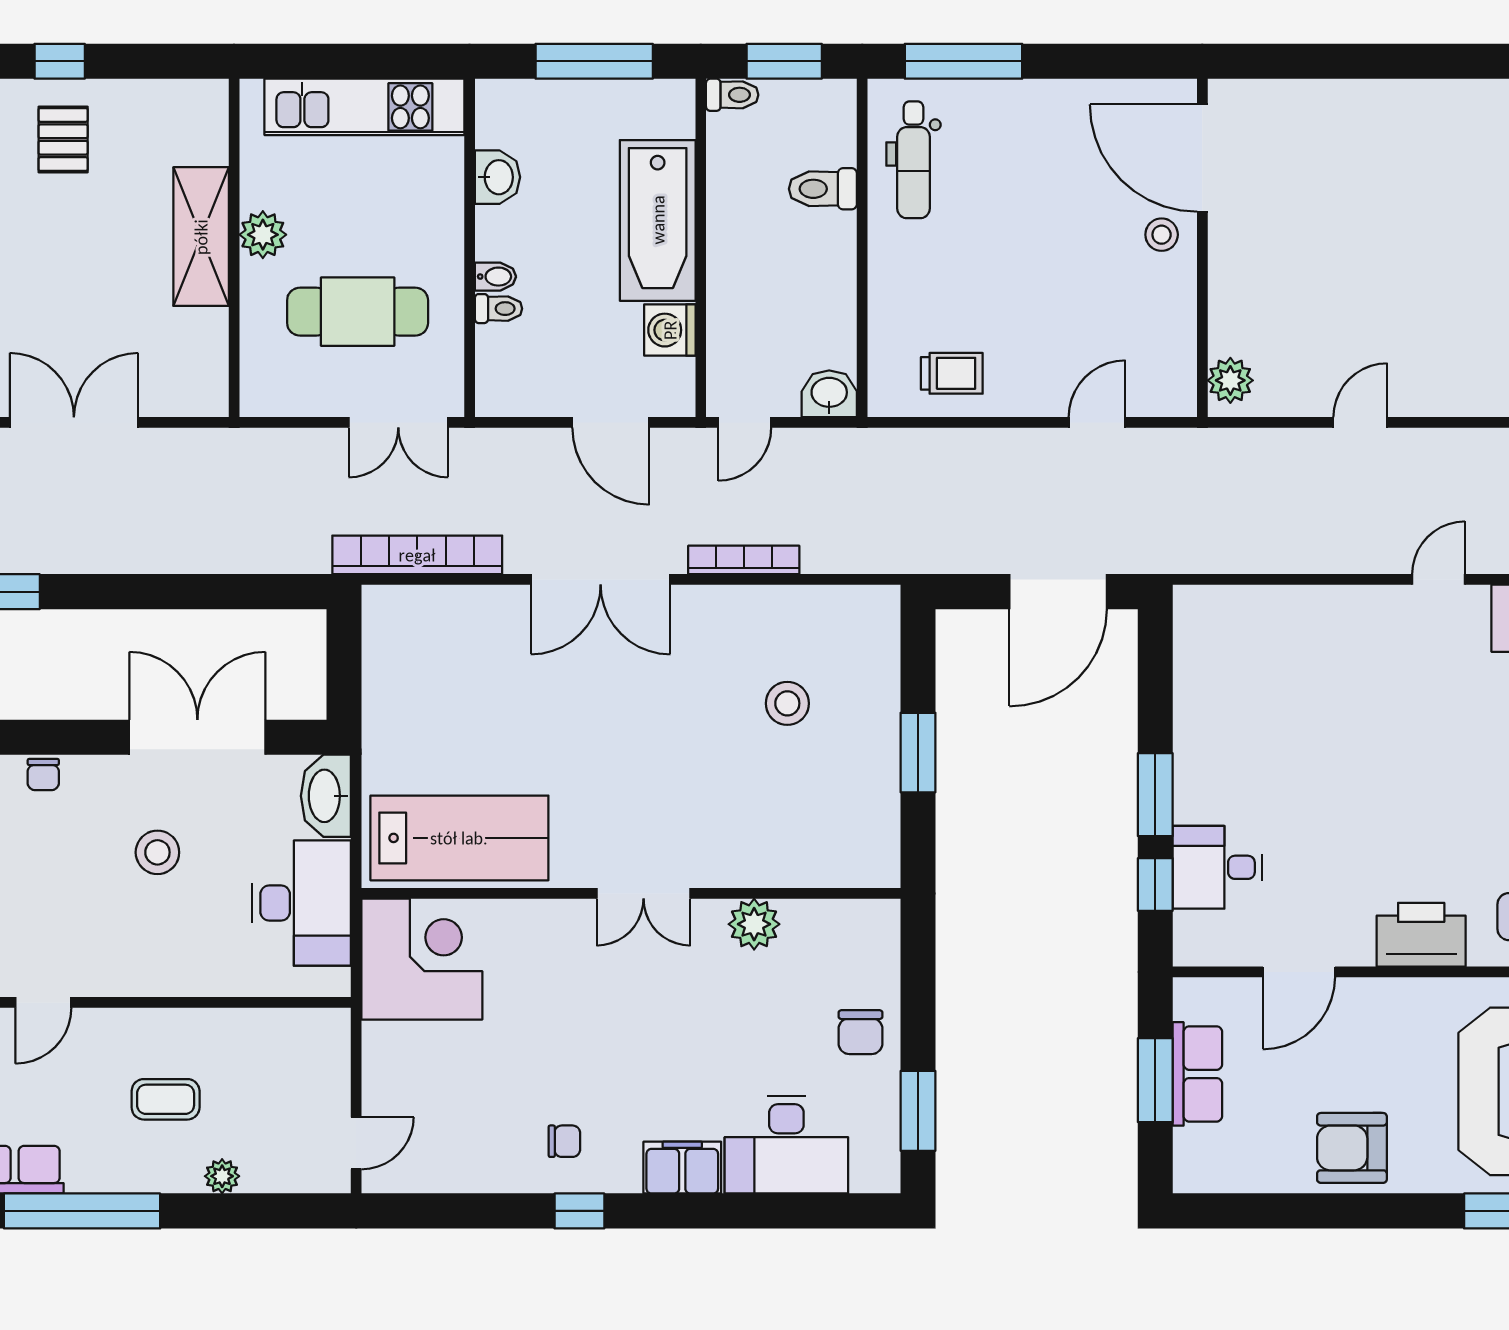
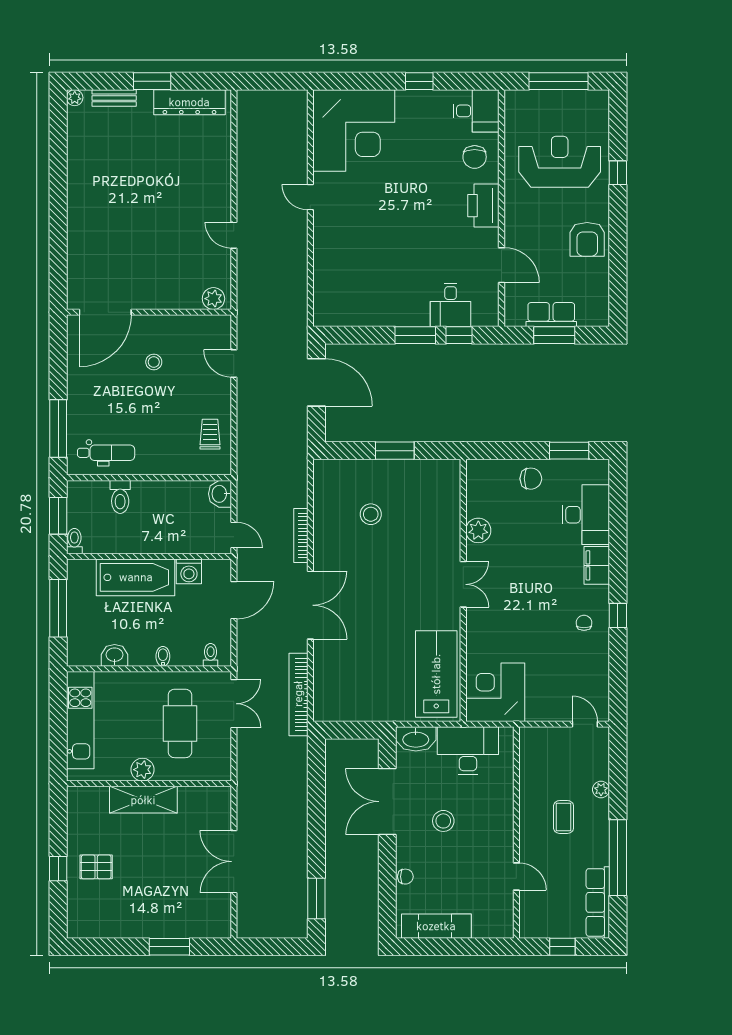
stool: (1162, 235) -> (154, 362), moved
toilet: (498, 309) -> (211, 655), moved

